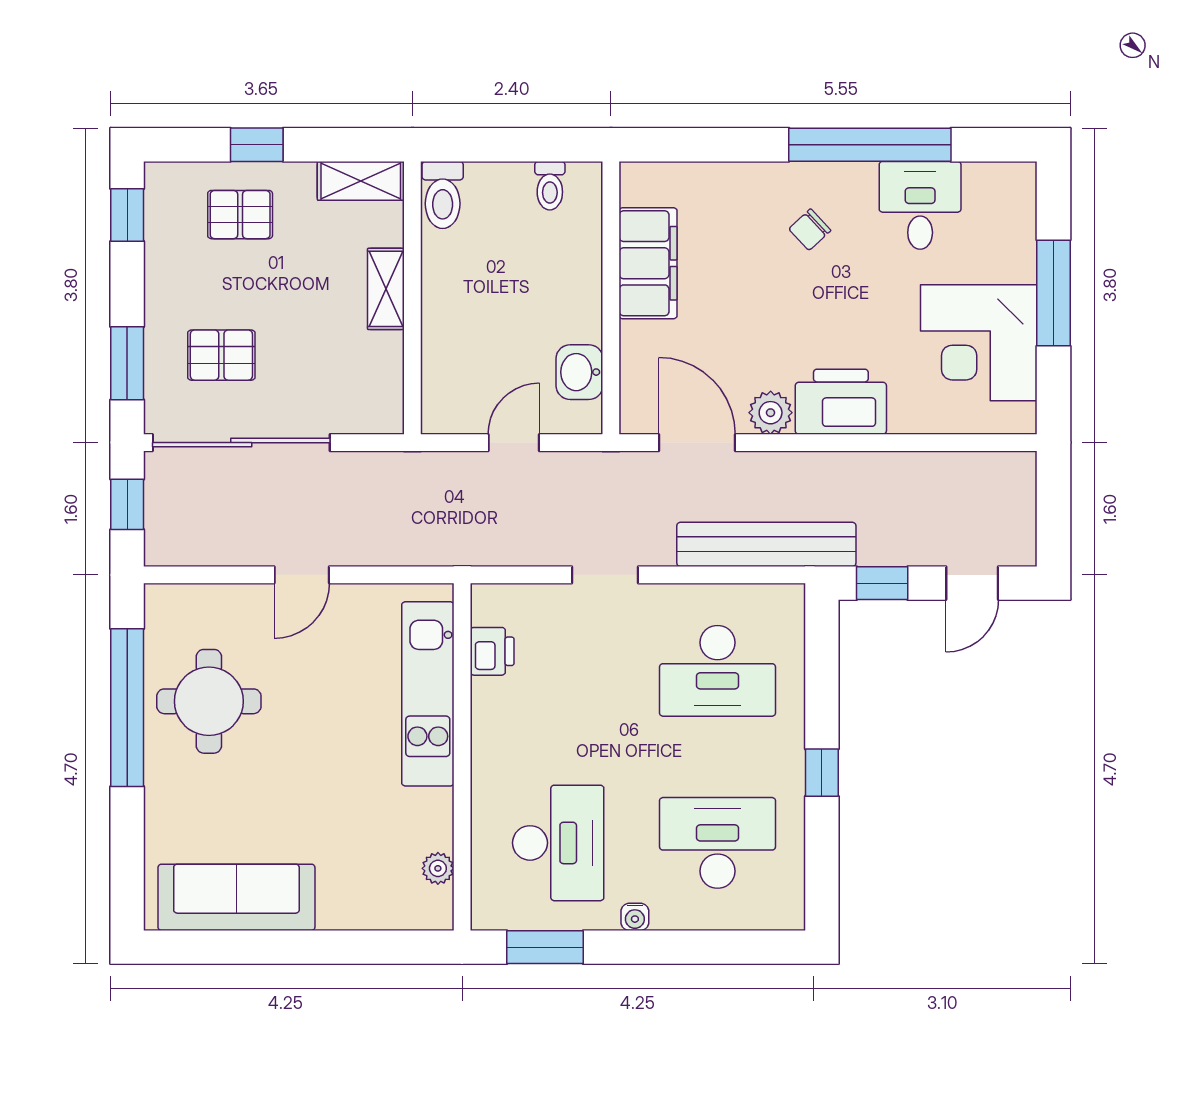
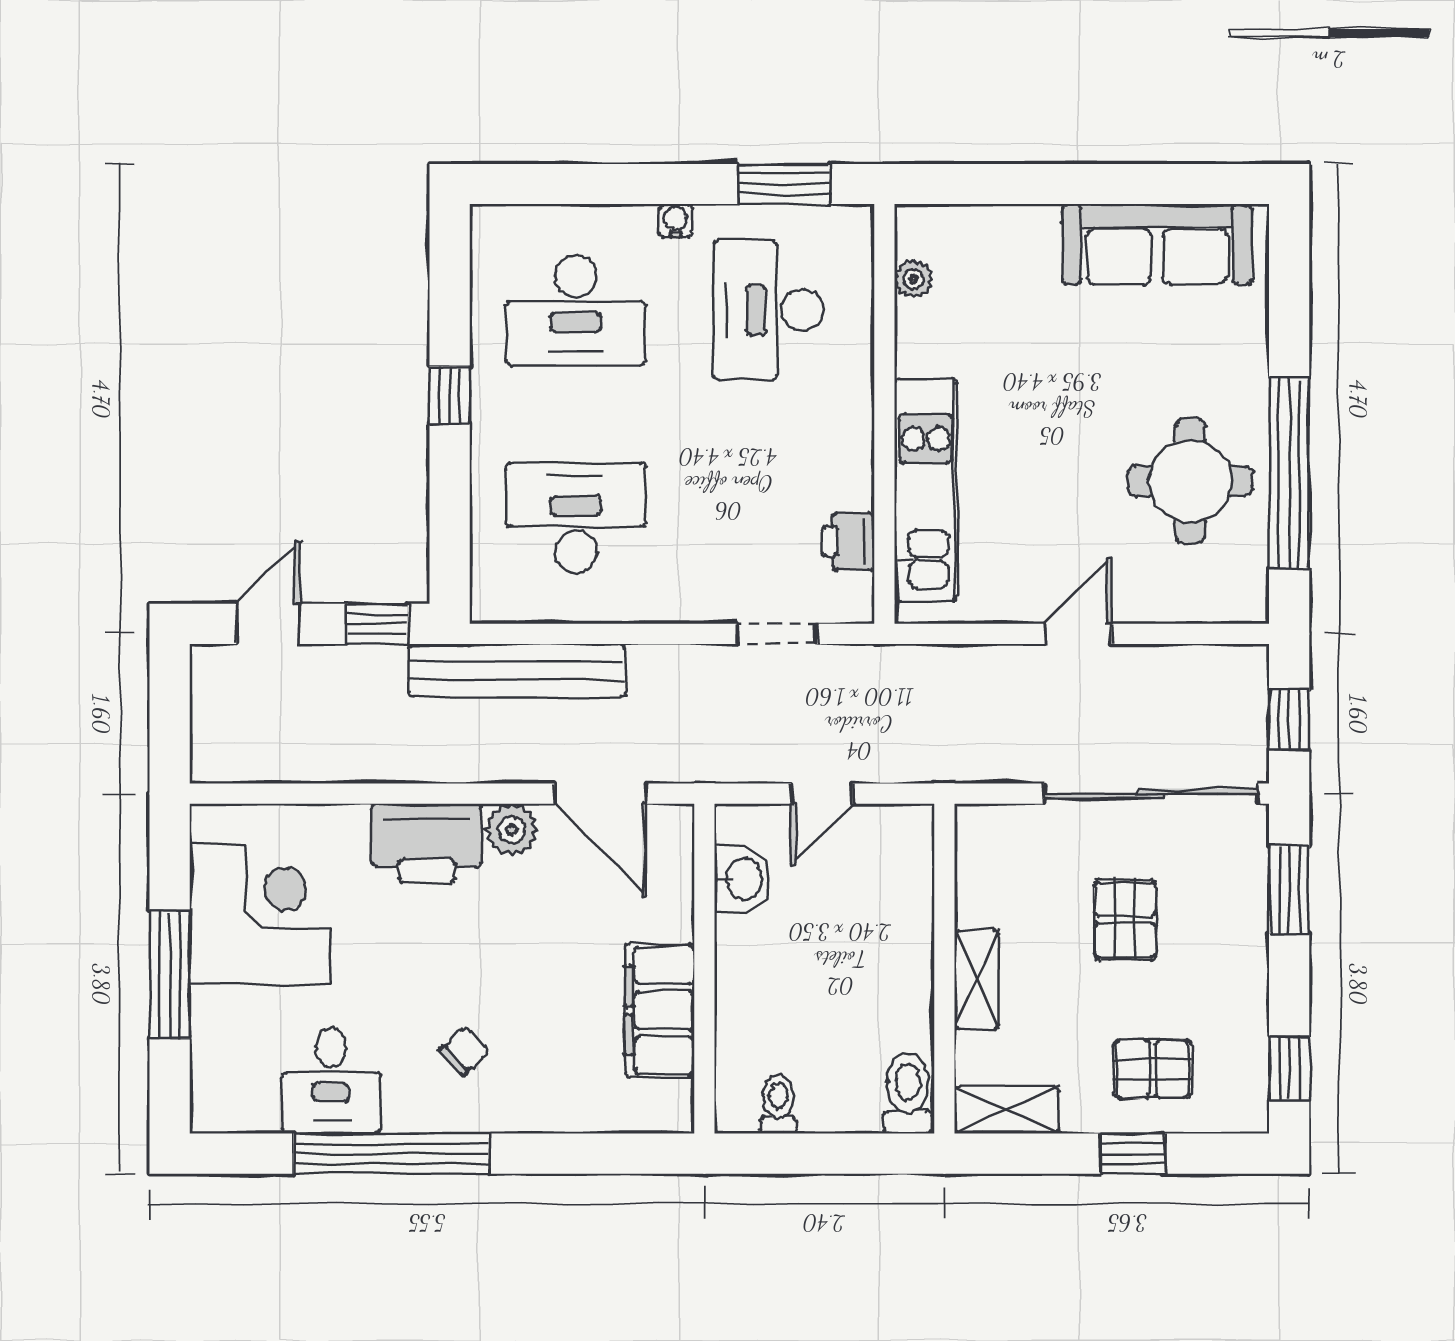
pallet: (221, 355) -> (1125, 920), moved, turned 90
doorway: (605, 575) -> (777, 634), moved

